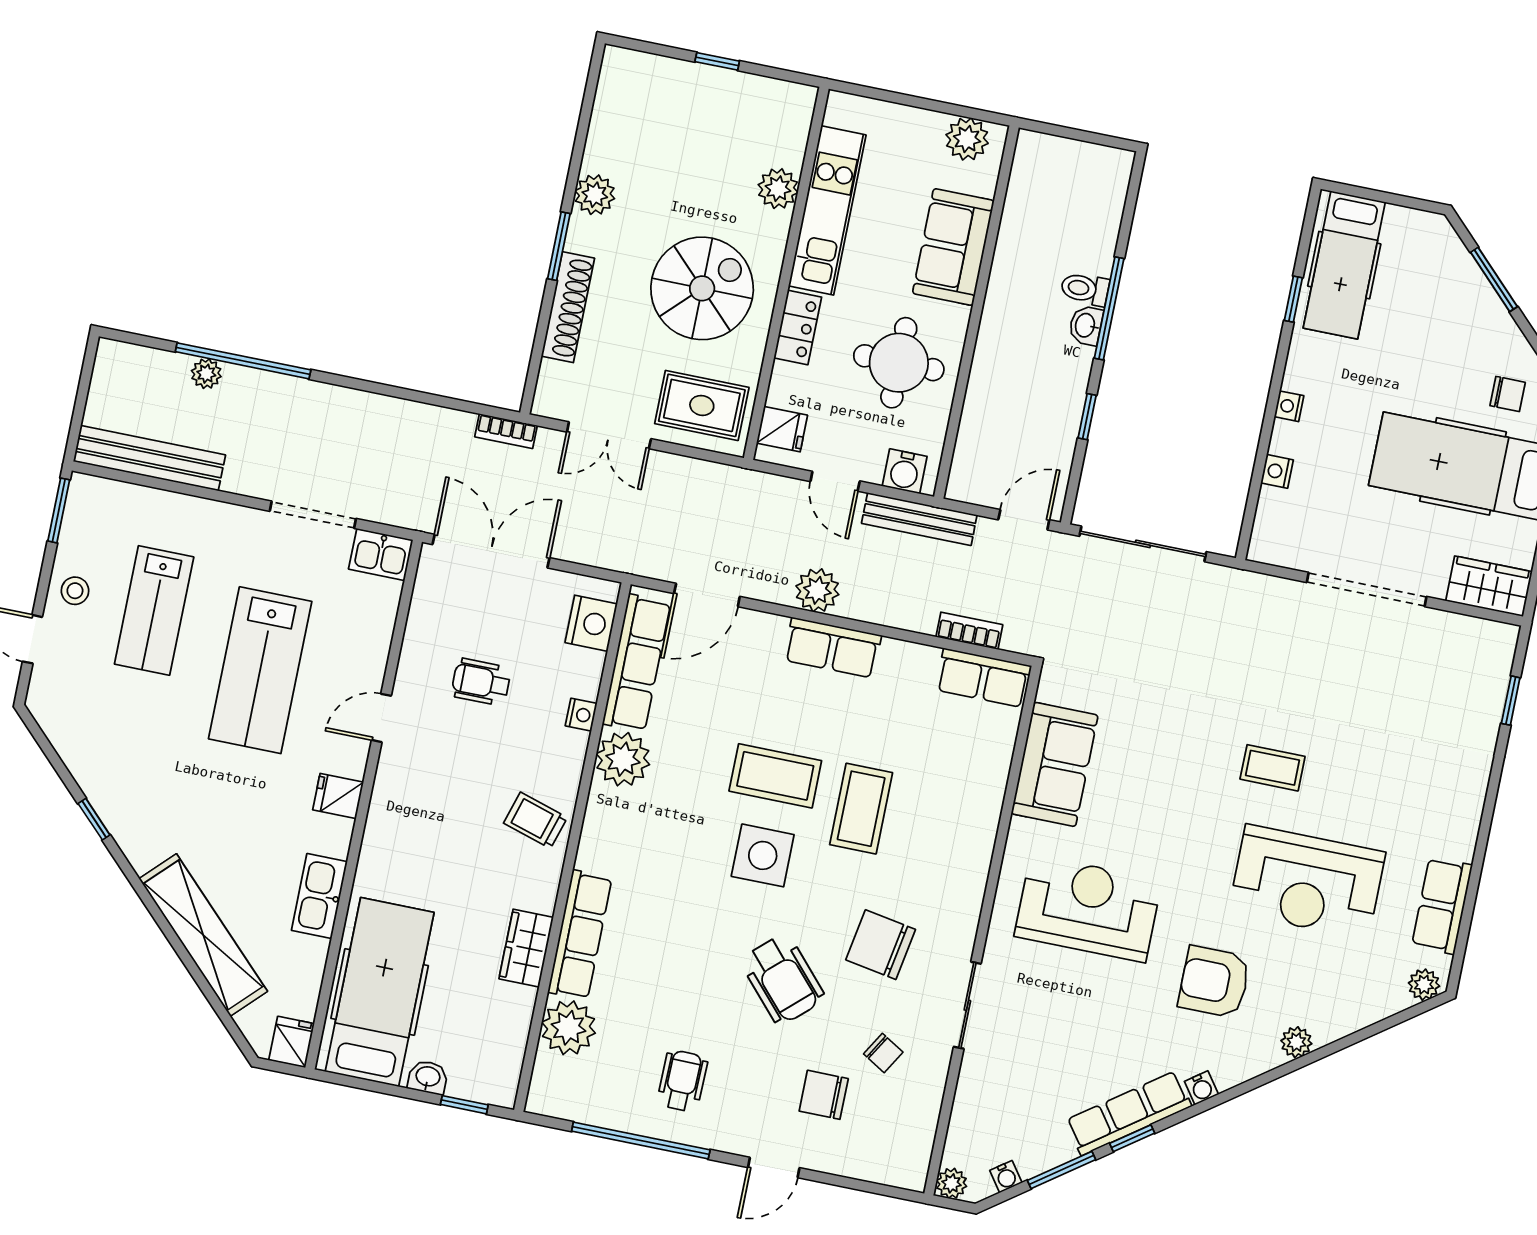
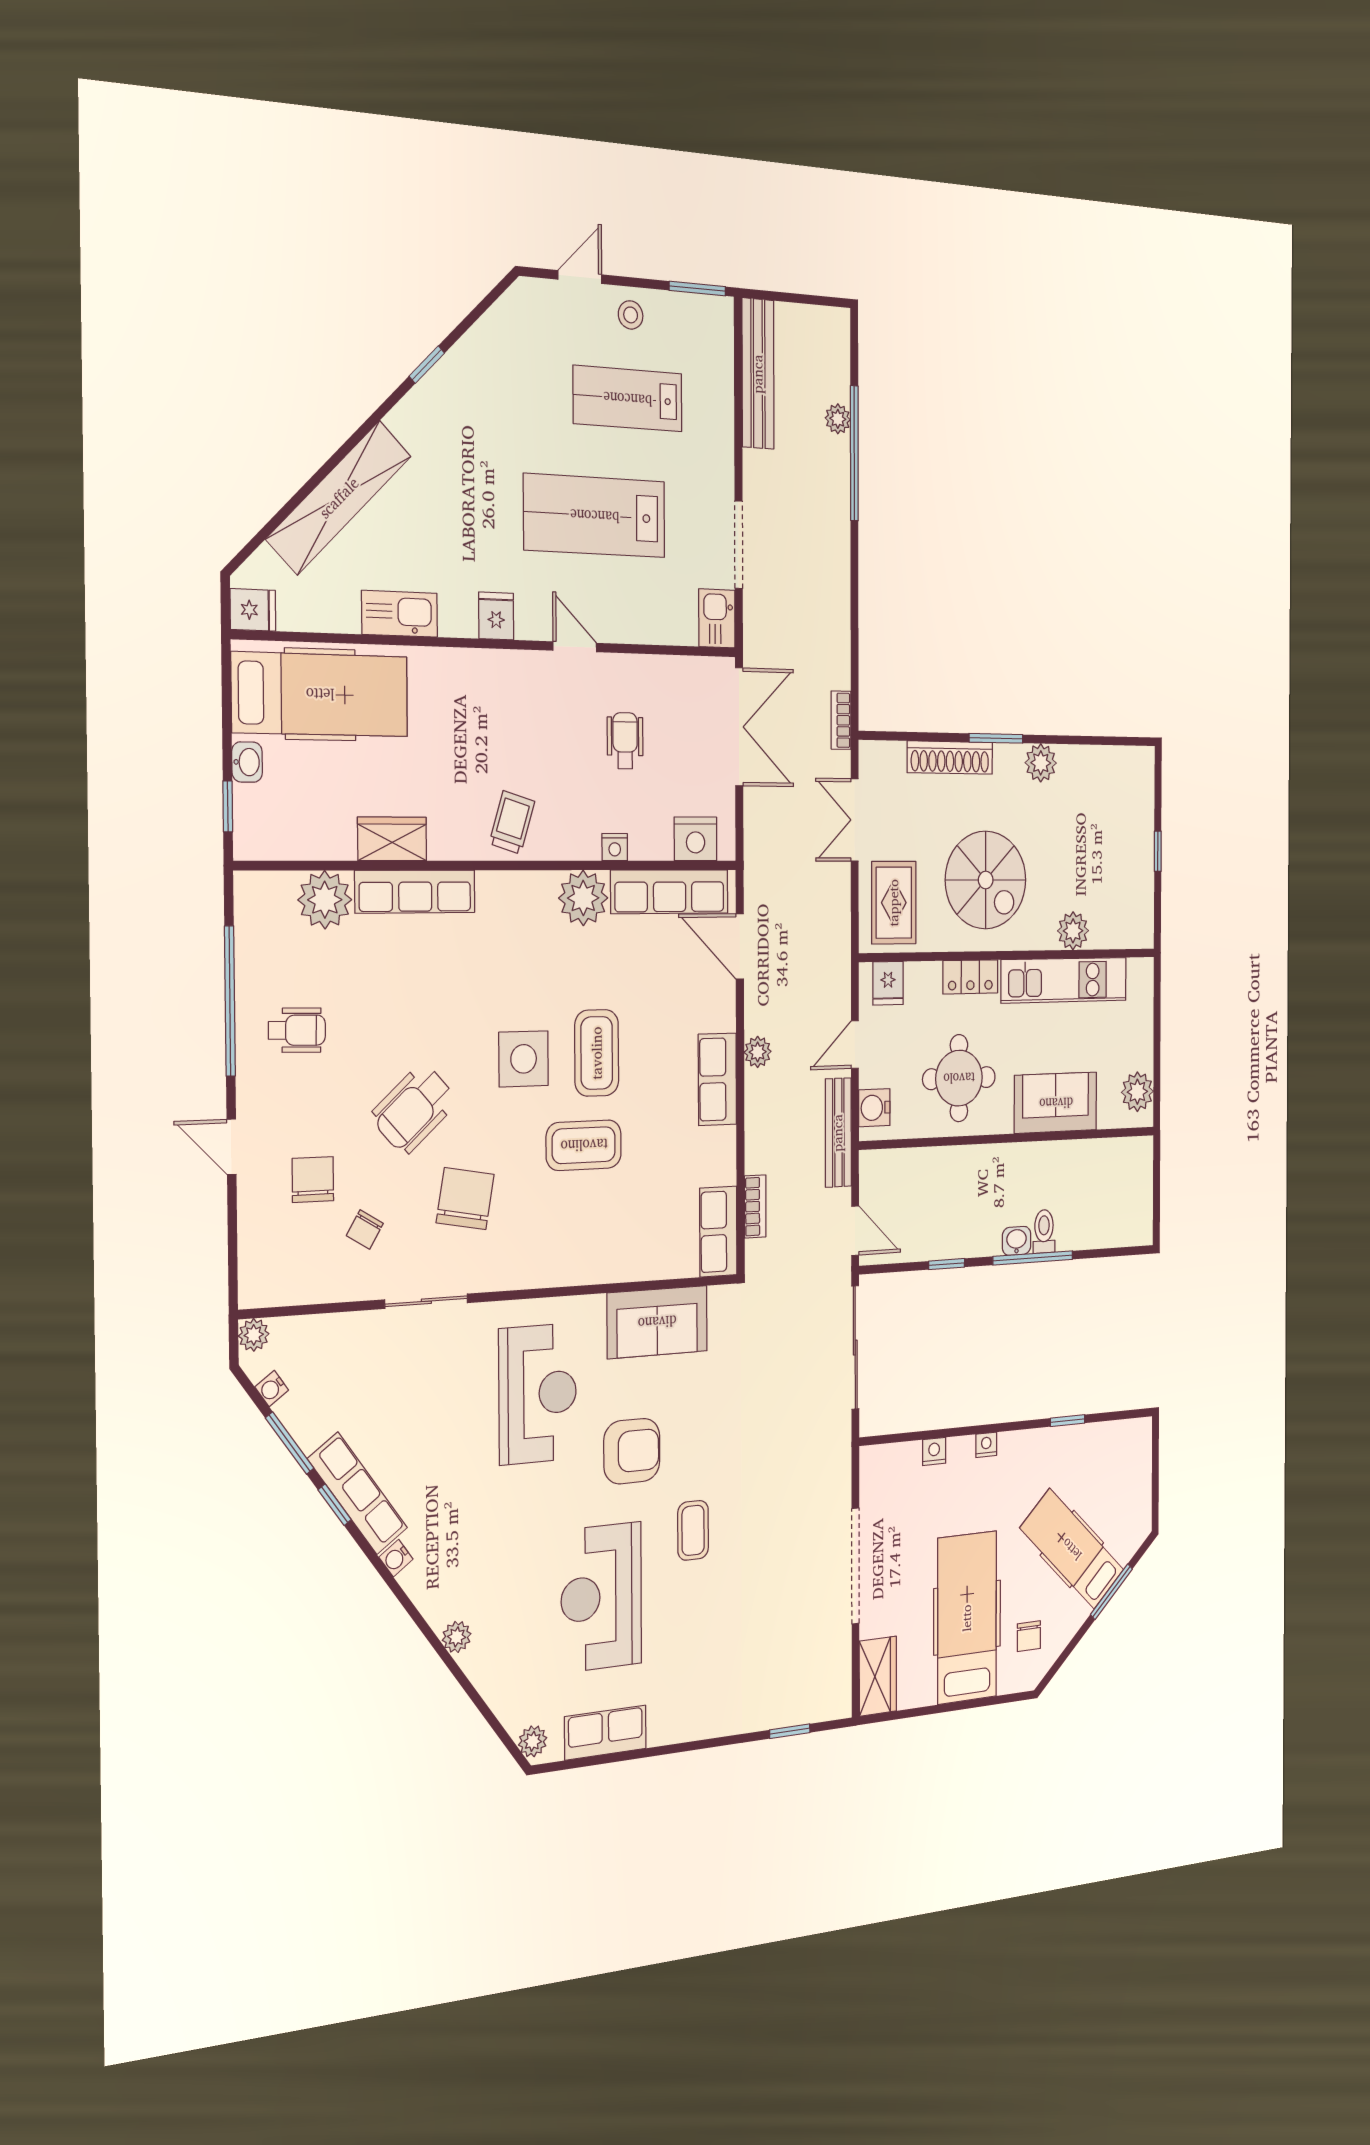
hospital bed: (1344, 265) -> (1072, 1549), moved, turned 45
plant: (817, 590) -> (758, 1052), width x0.73, depth x0.73
armchair: (1214, 982) -> (632, 1451), moved, turned 90

